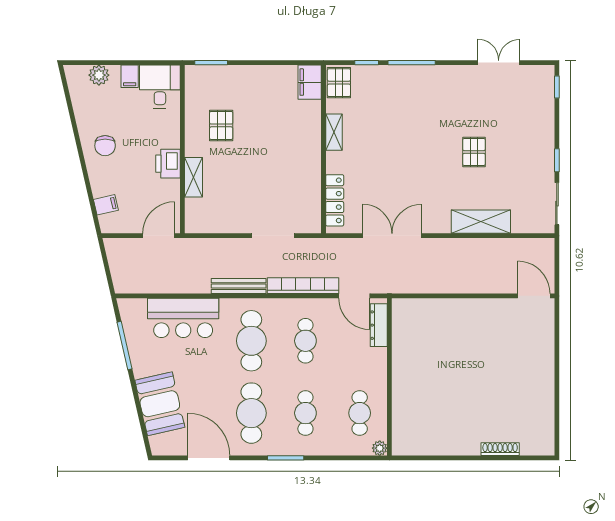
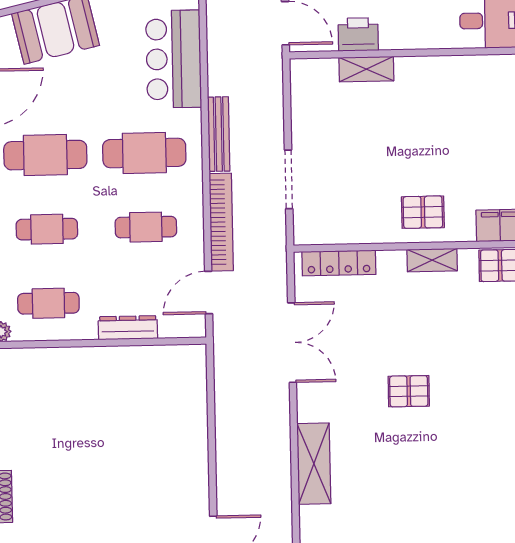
pallet: (221, 125) -> (423, 212), moved
pallet: (474, 152) -> (409, 391), moved
printer: (168, 164) -> (358, 34), moved
dresser: (379, 325) -> (128, 328), moved

